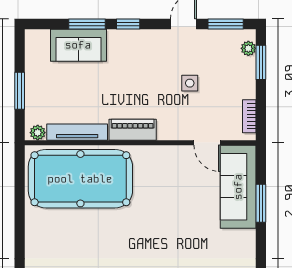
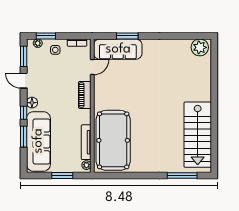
floor lamp: (146, 38) -> (32, 103), added
sofa: (78, 45) -> (38, 141), width x1.85, depth x1.27
side table: (190, 83) -> (55, 50), moved
piano: (133, 130) -> (85, 95), moved

